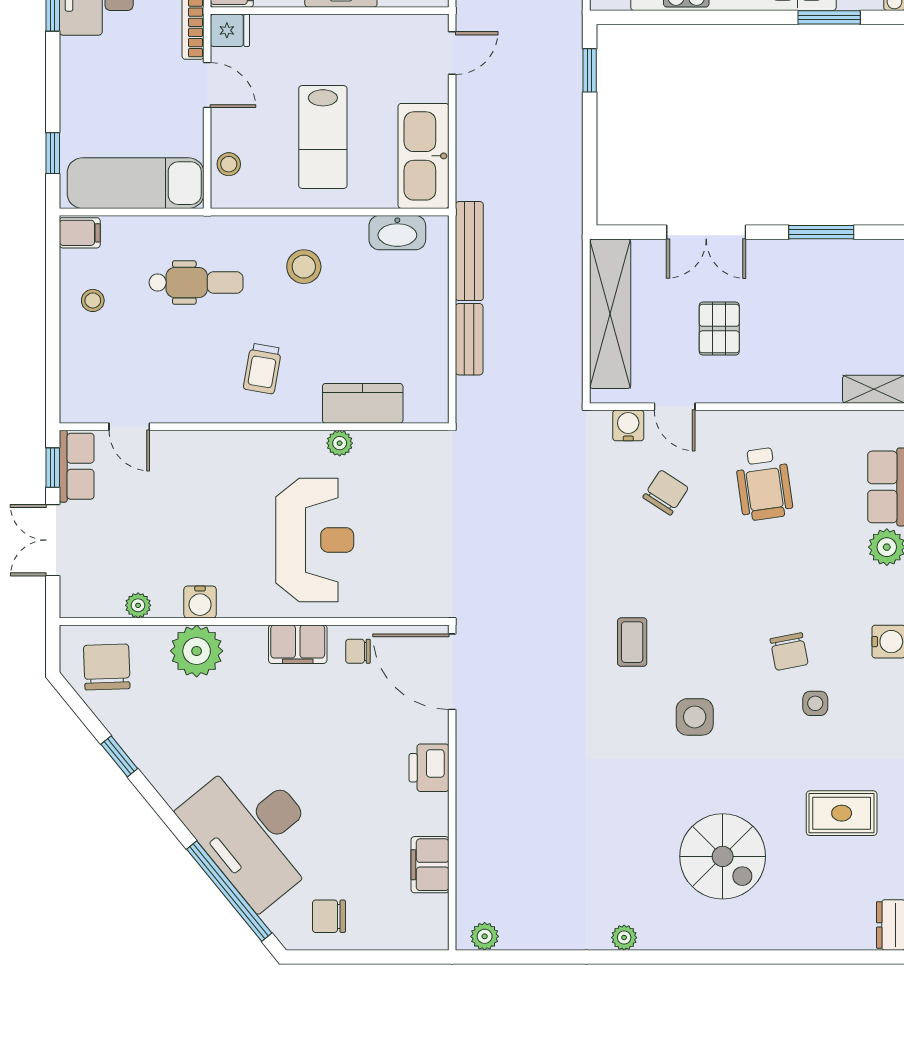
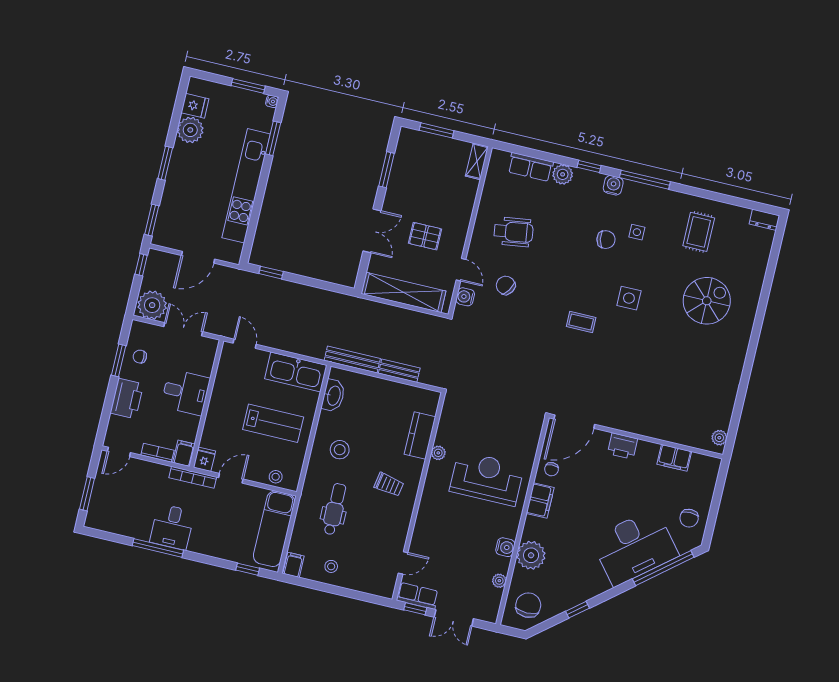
door: (675, 407) -> (461, 270), hinge flipped
chair: (107, 667) -> (528, 605), turned 92
plant: (624, 938) -> (738, 364), removed

